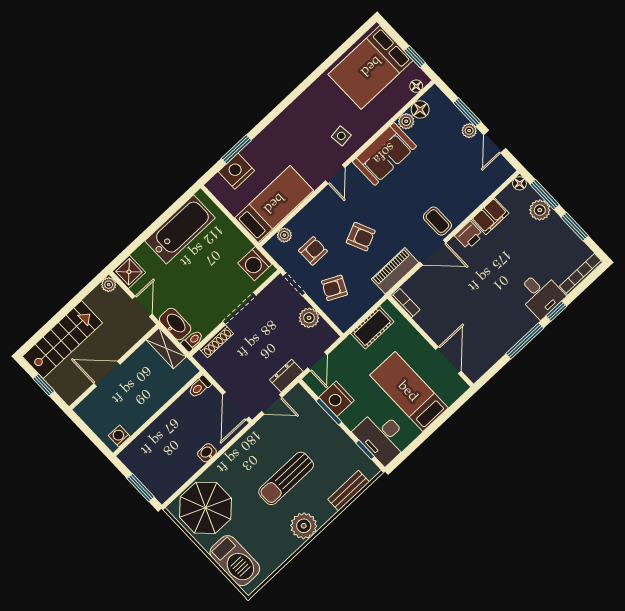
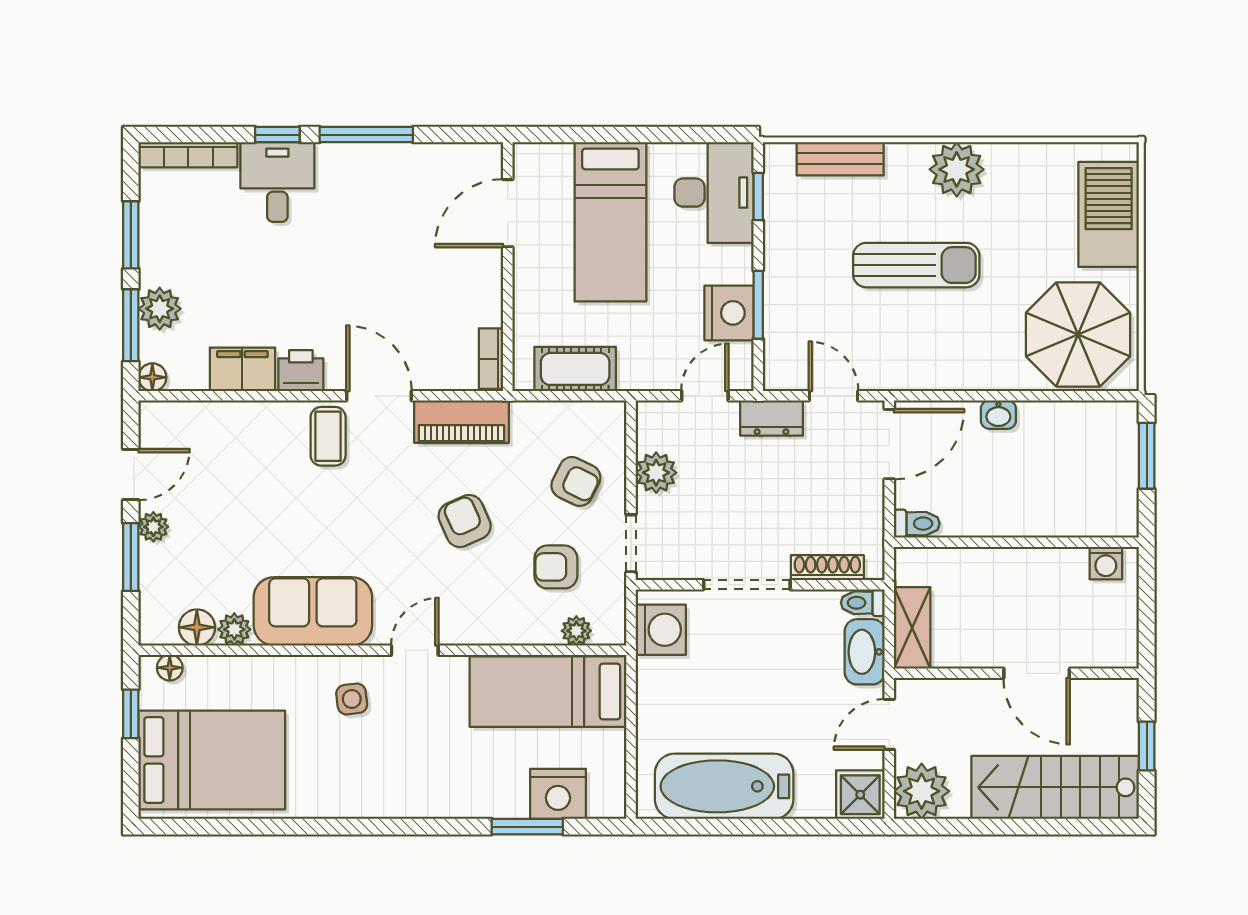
plant: (109, 285) -> (922, 791), width x1.88, depth x1.88

